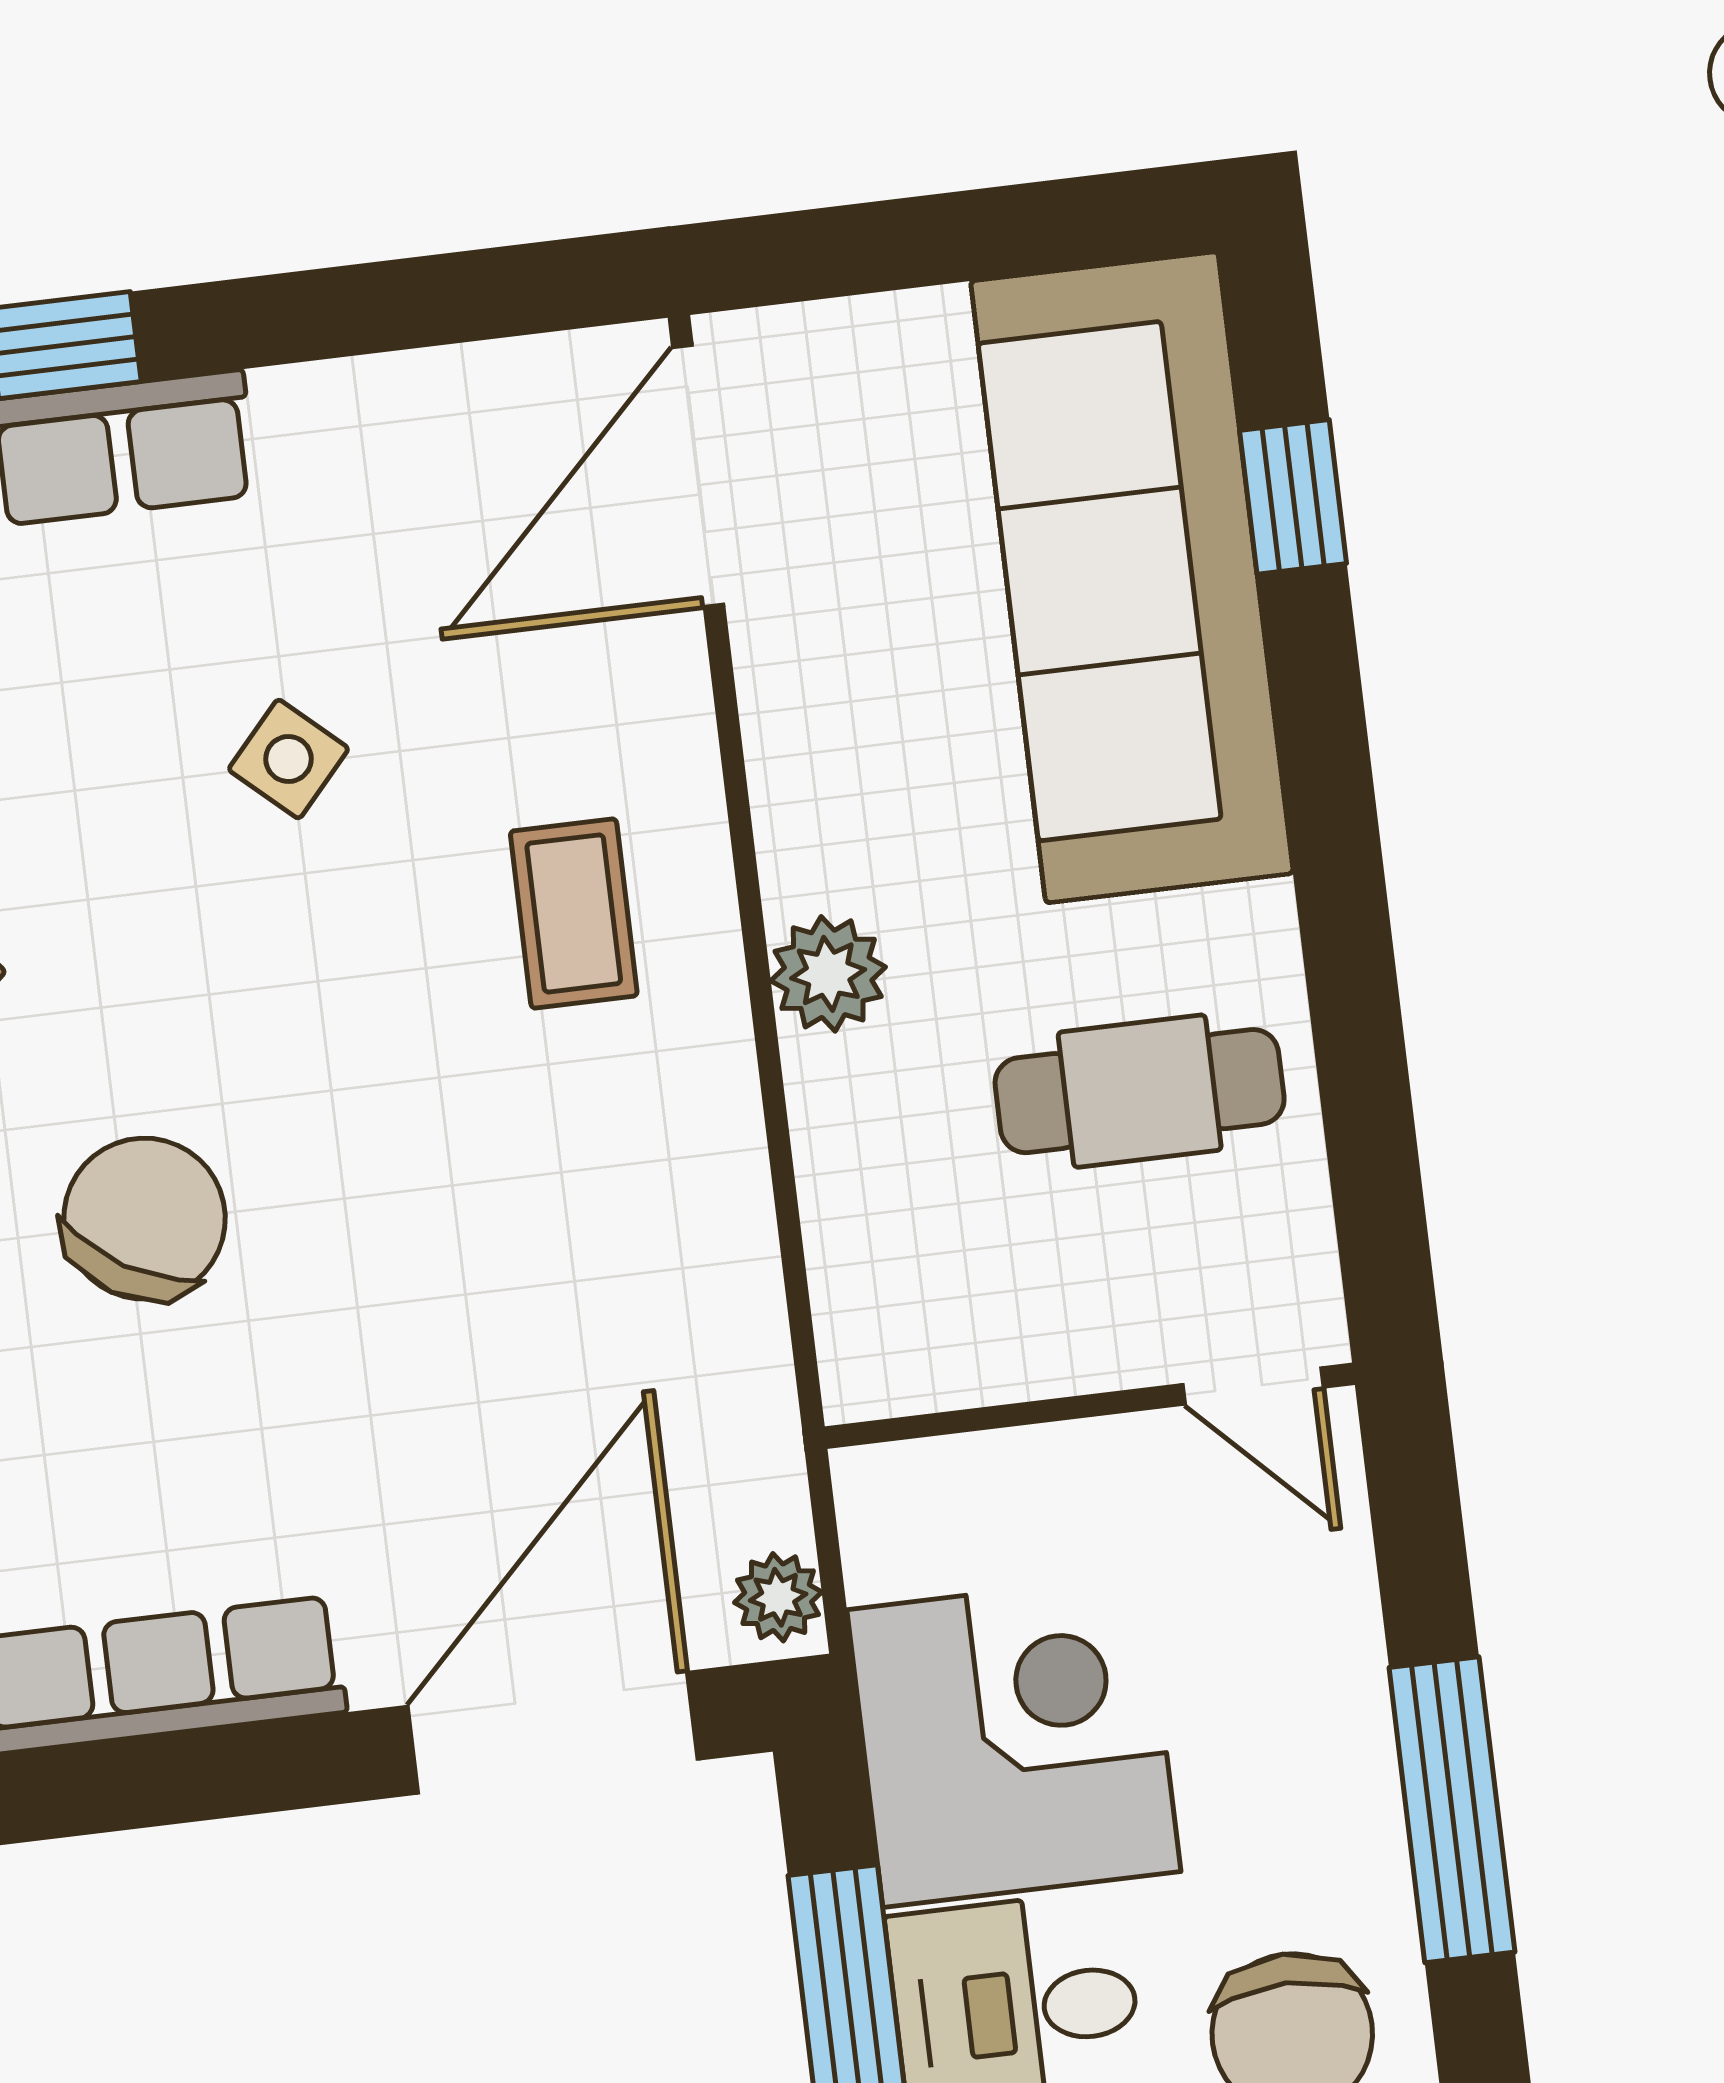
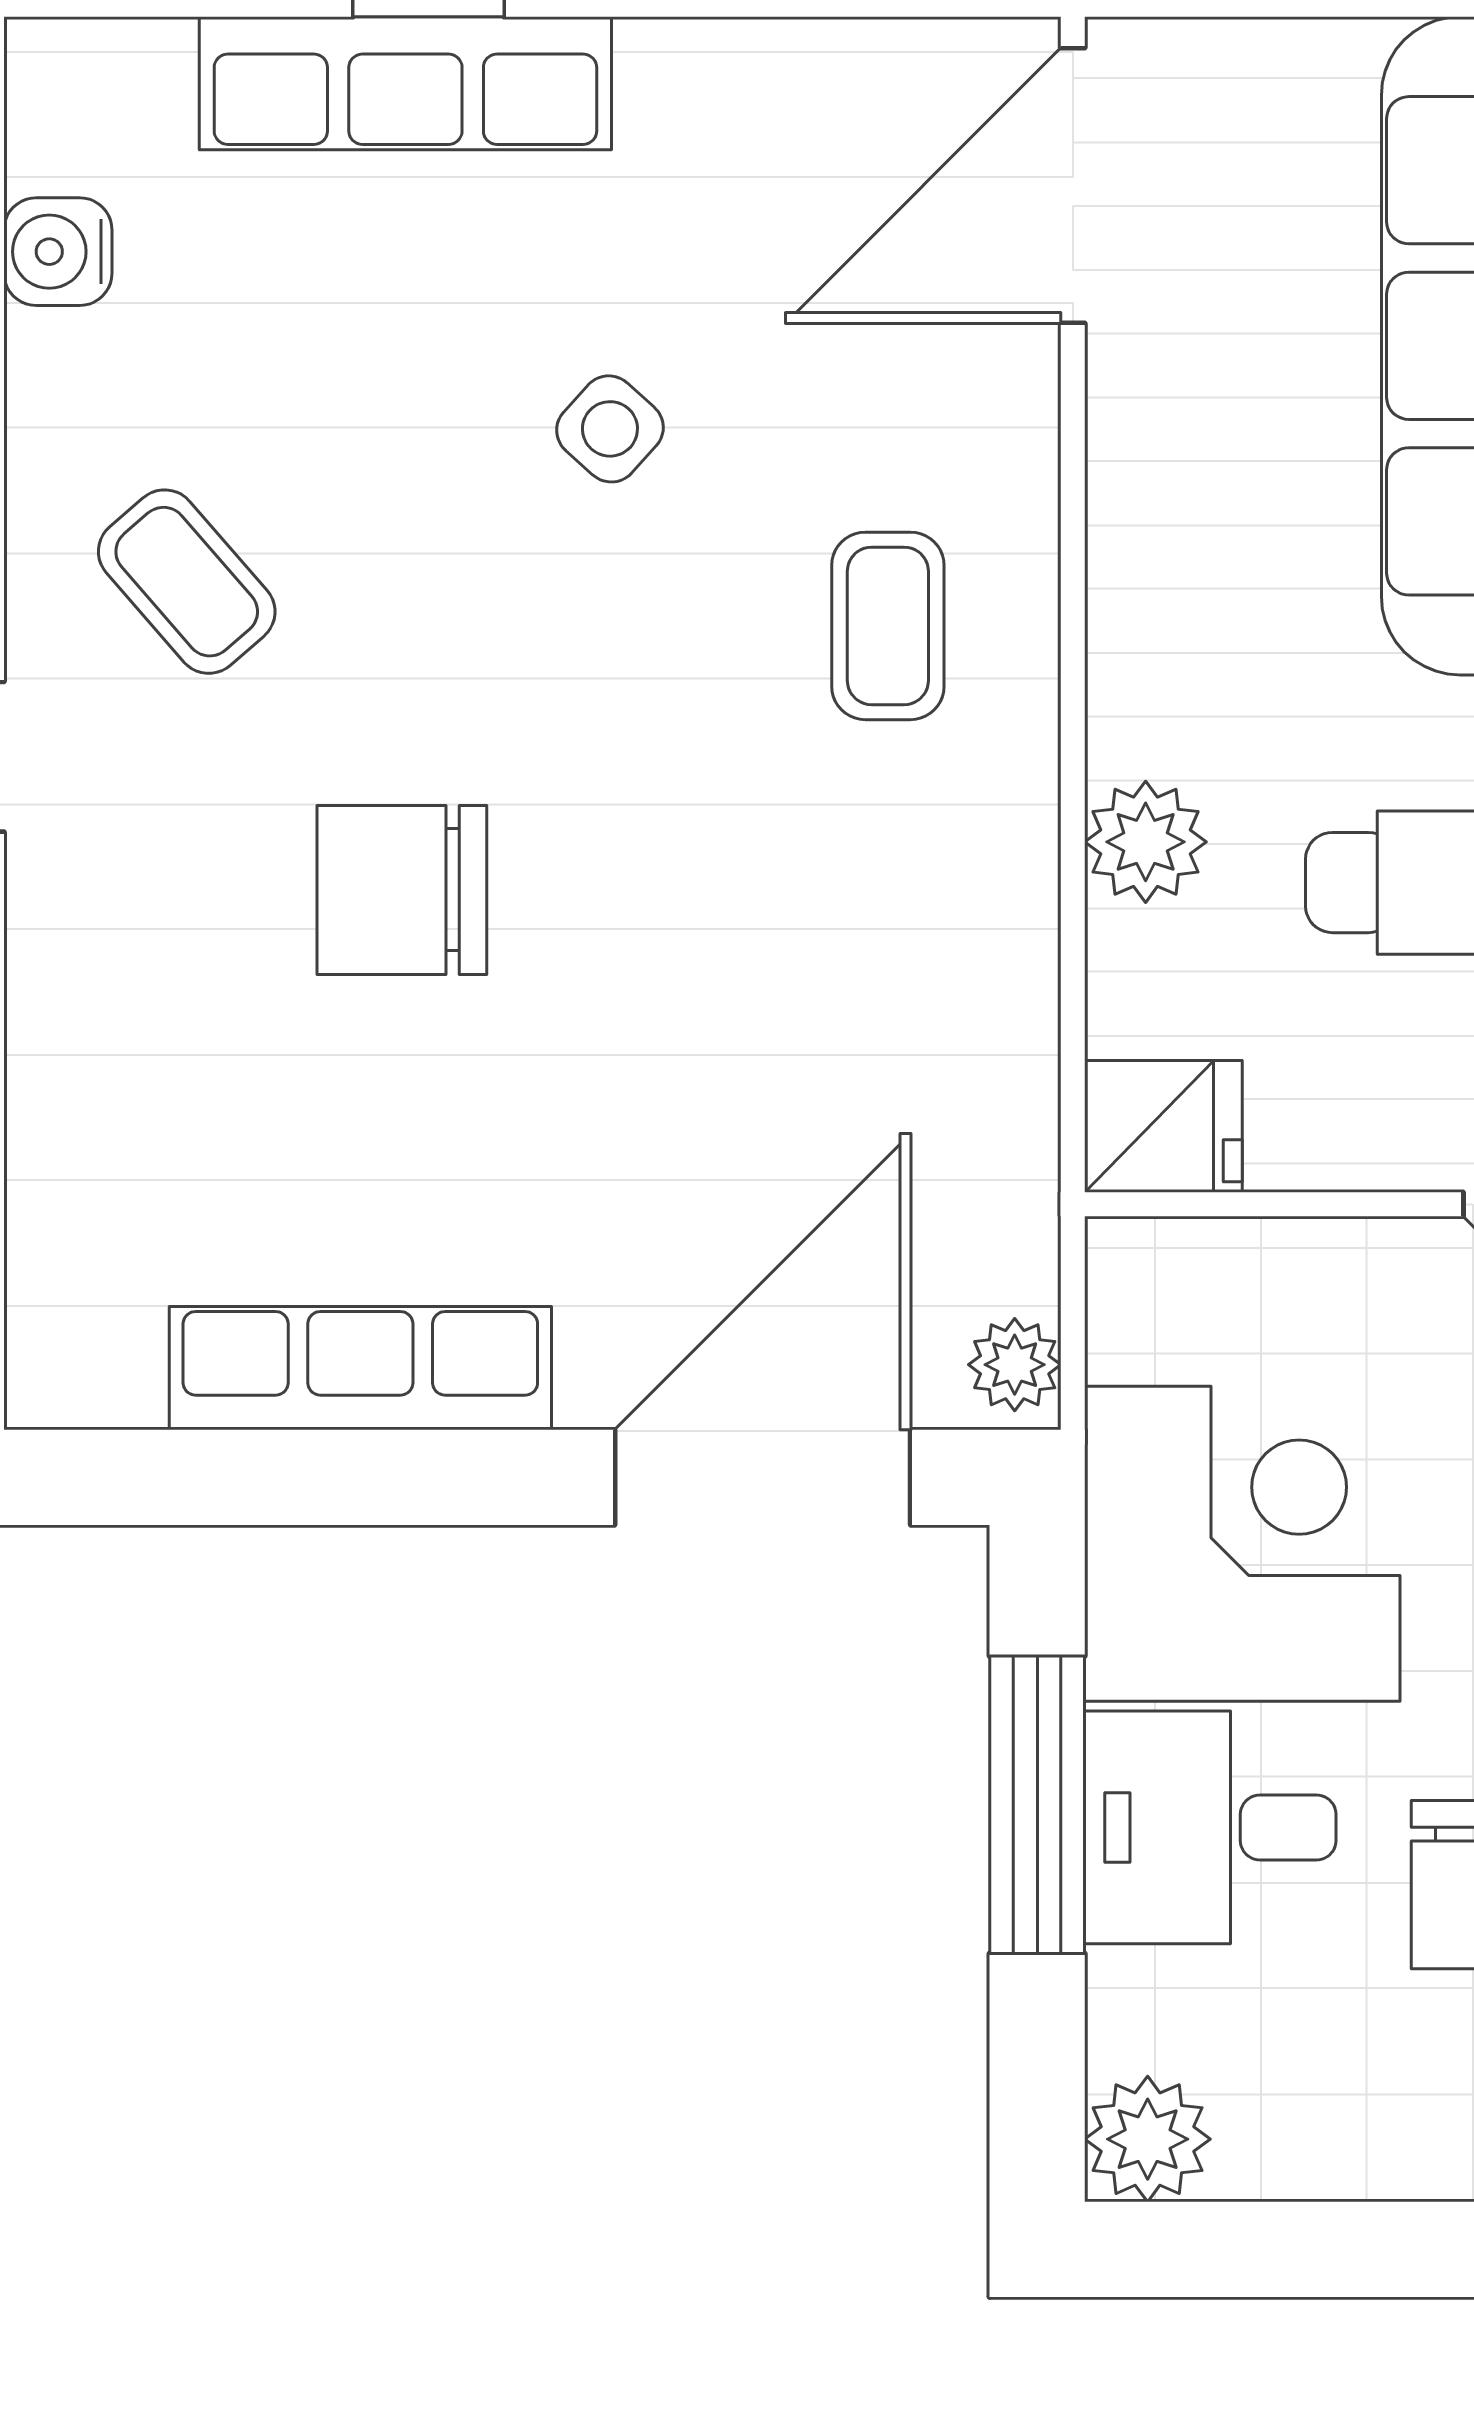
plant: (828, 974) -> (1146, 842), moved
chair: (144, 1219) -> (402, 890), turned -121
fridge: (891, 1355) -> (1163, 1126), added

